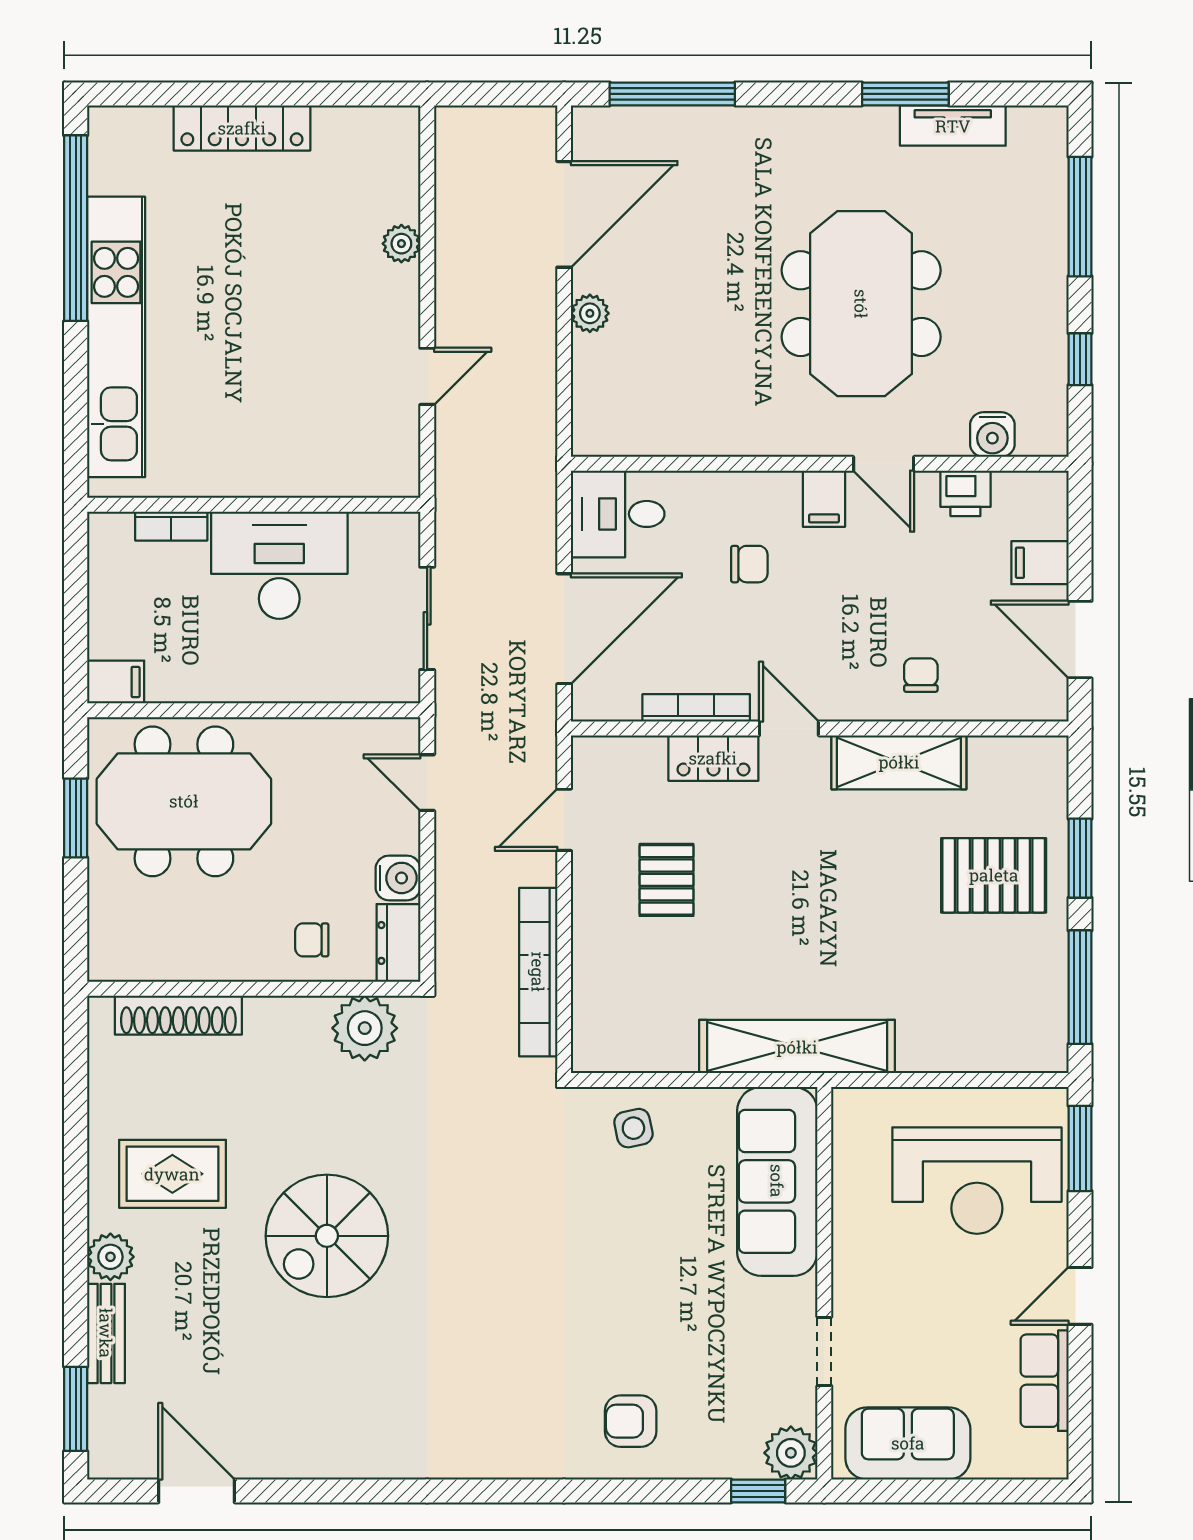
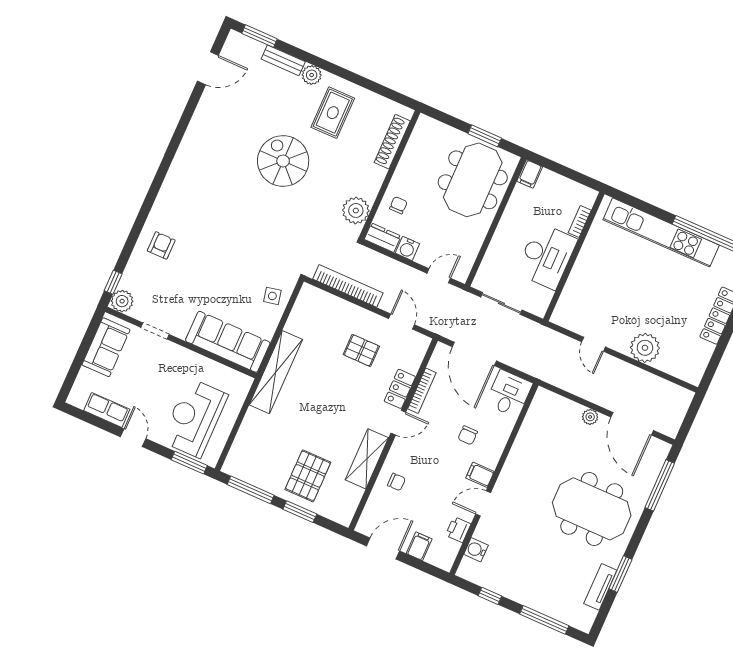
plant: (401, 244) -> (645, 348), width x1.88, depth x1.88
meeting table: (861, 304) -> (592, 509), moved

